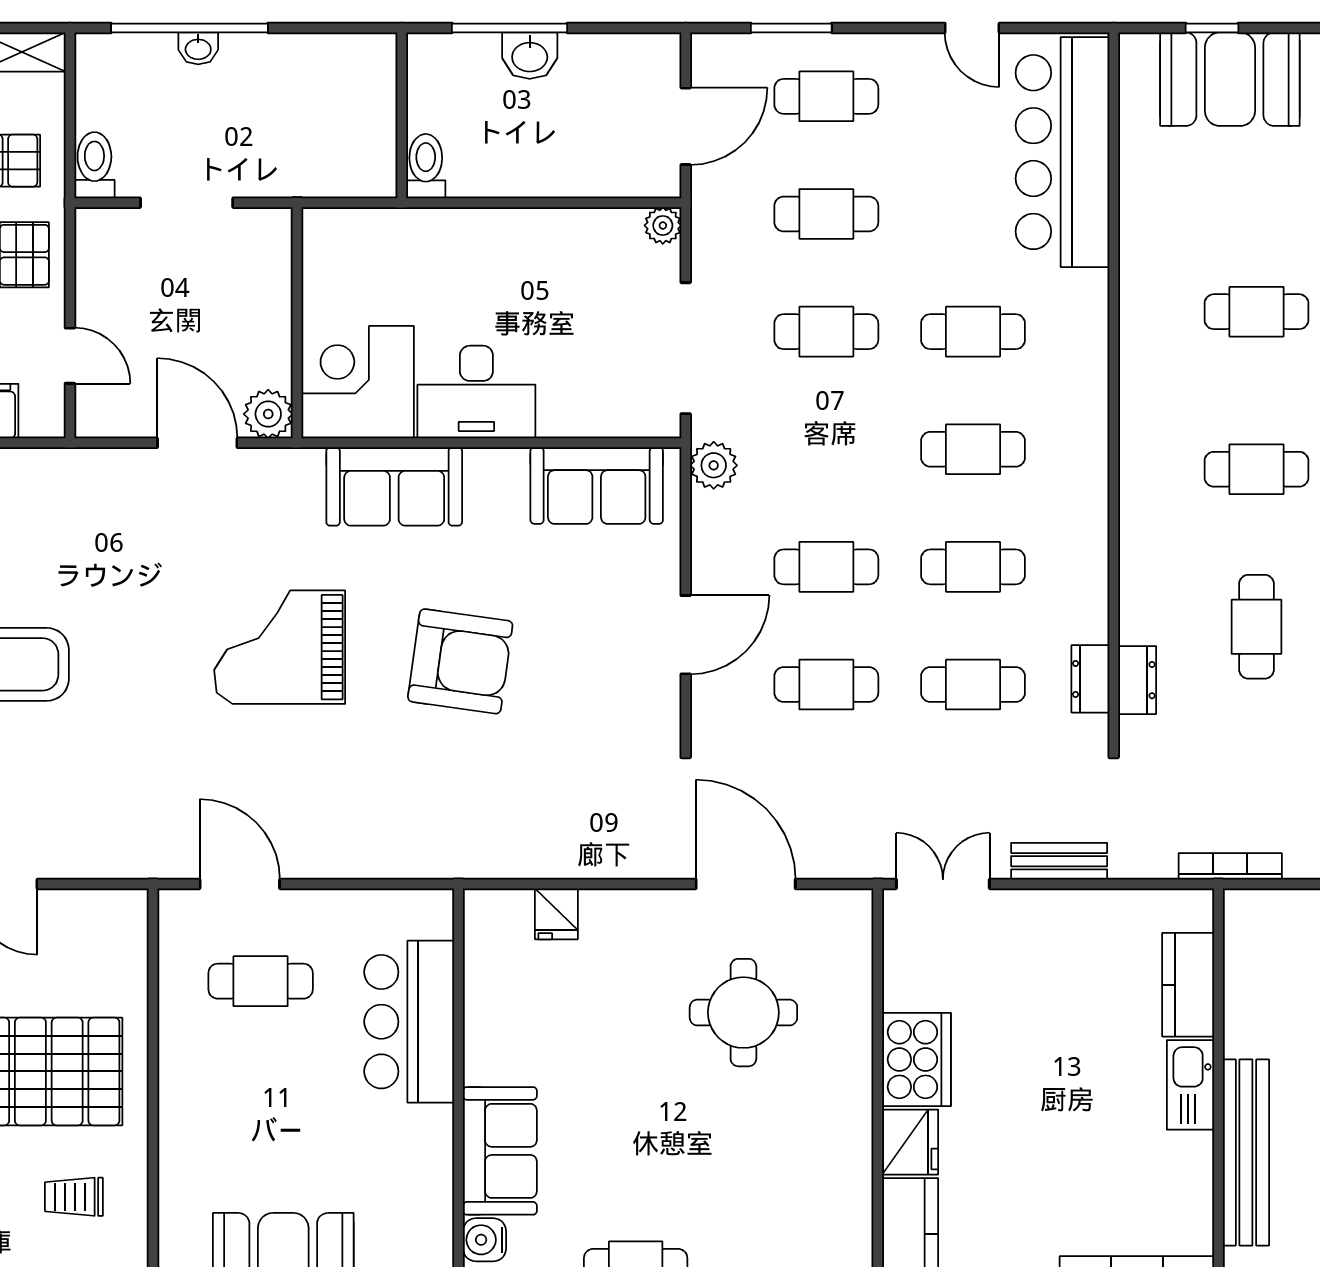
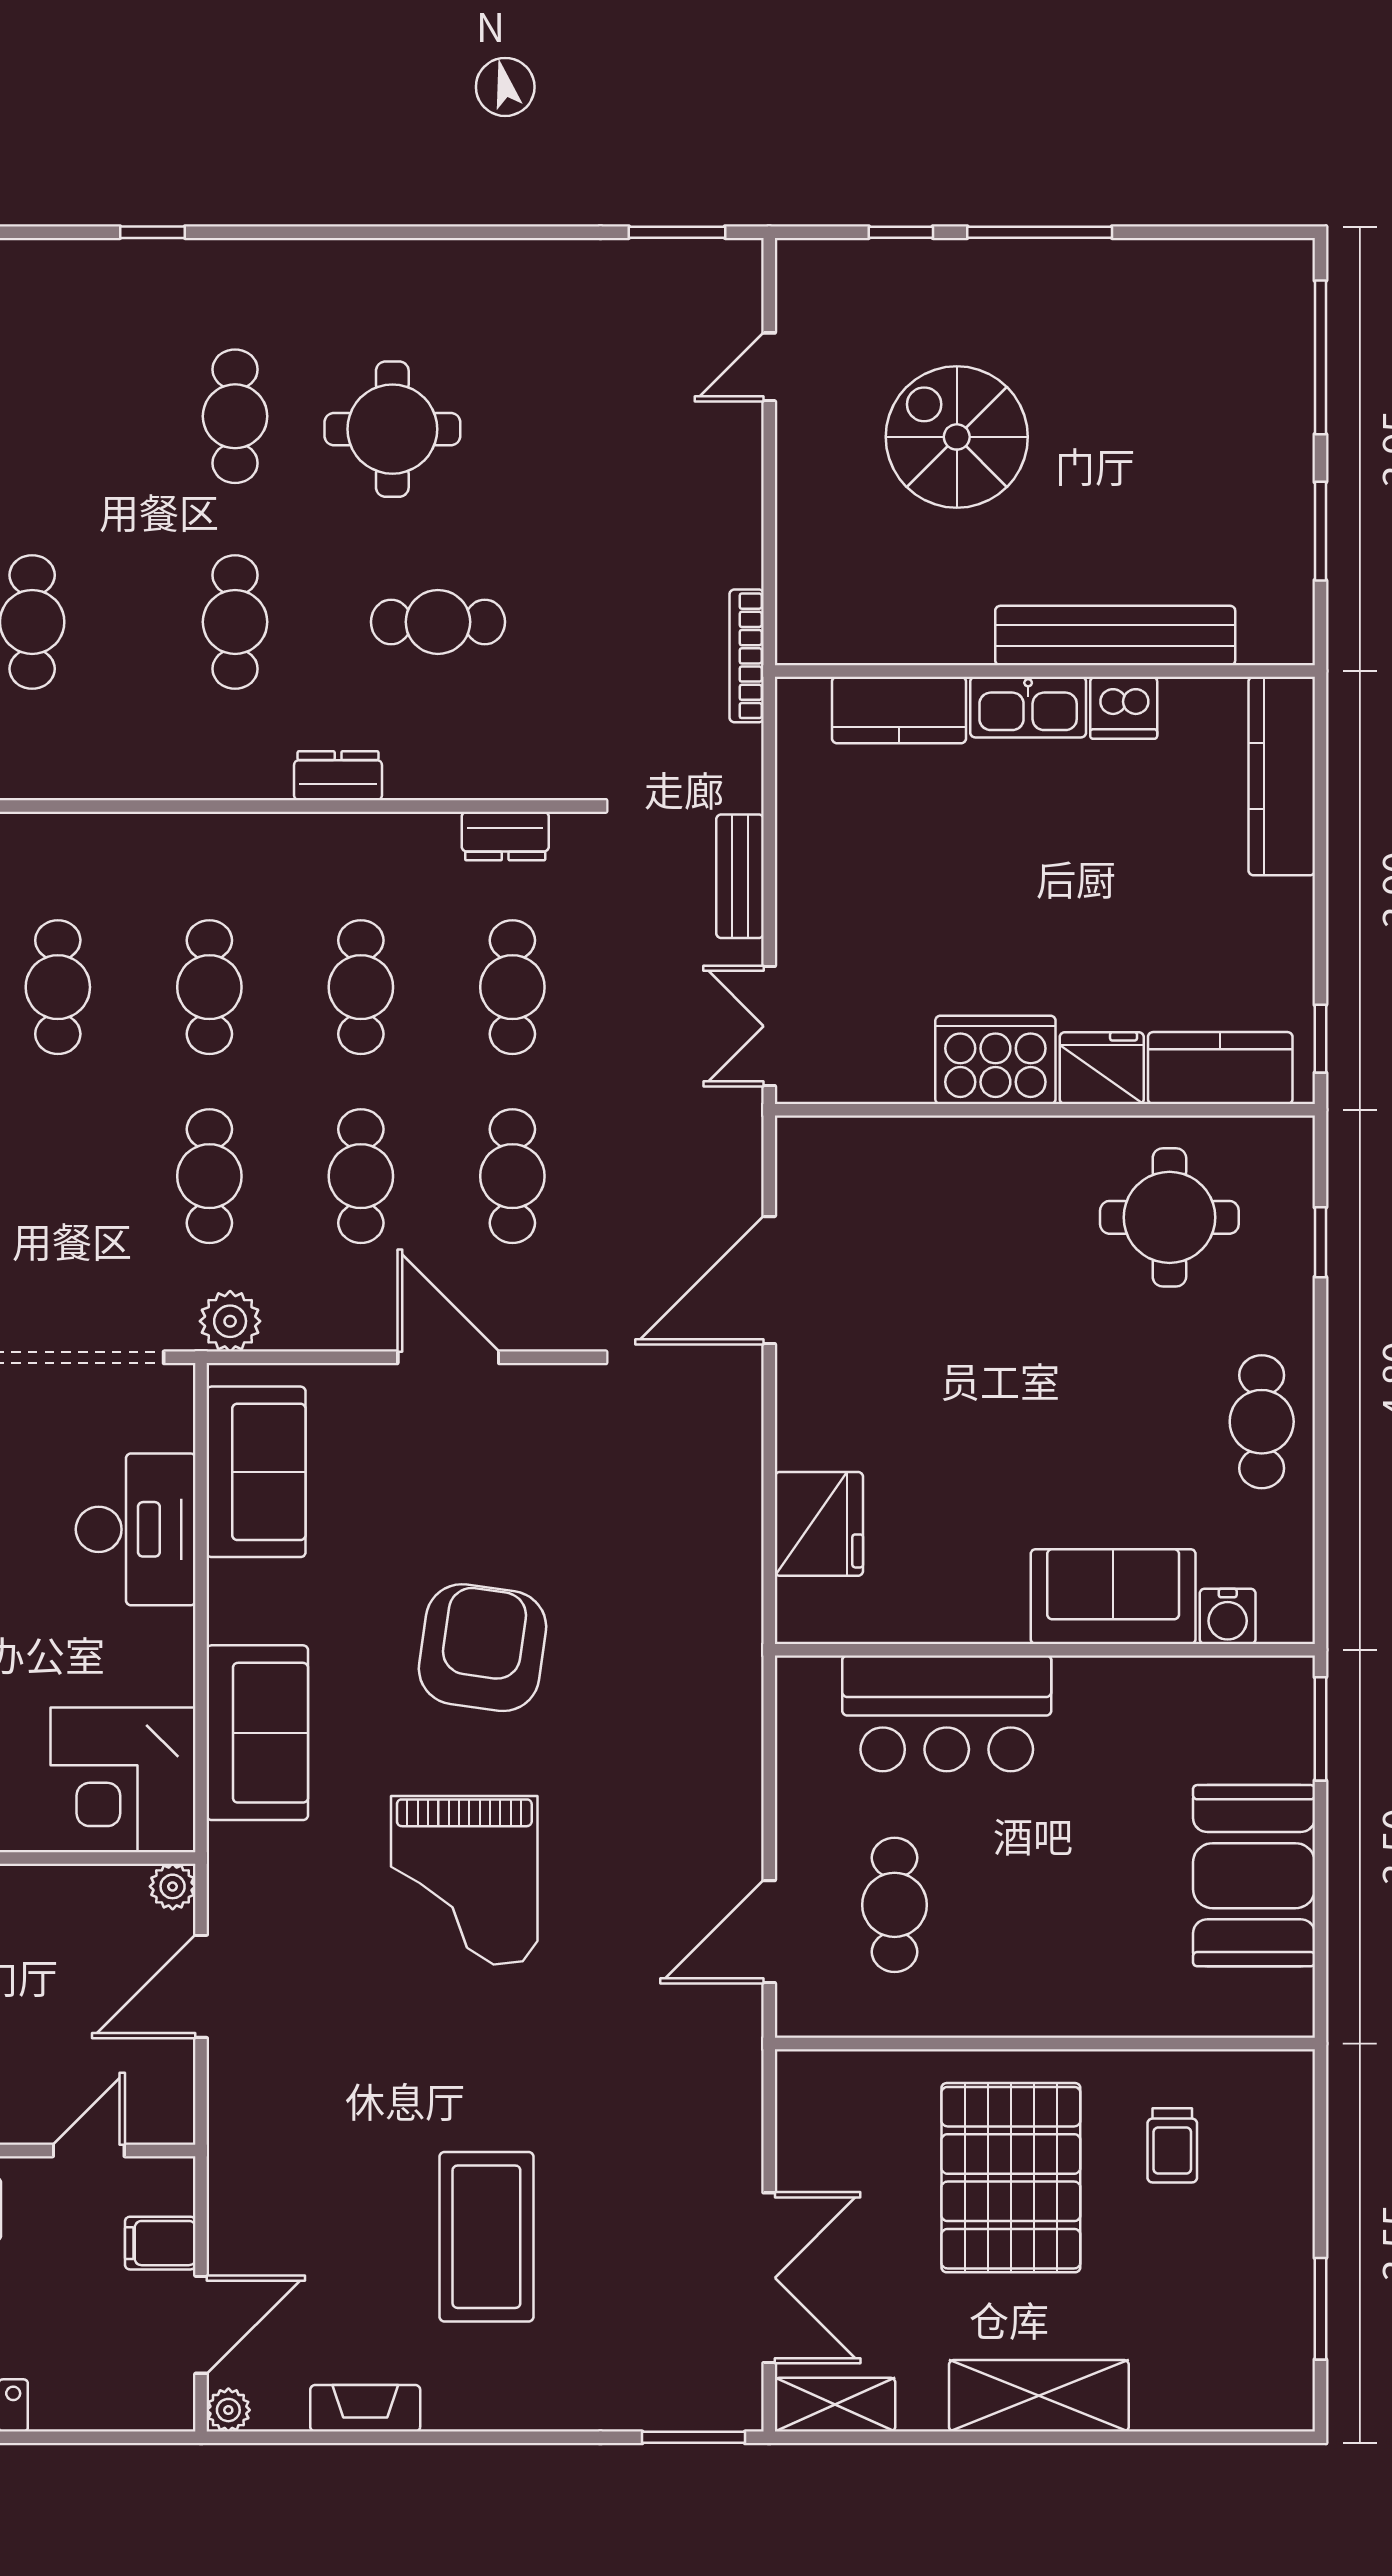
cafe table: (826, 332) -> (209, 1176), moved
desk: (476, 392) -> (136, 1529), moved
plant: (268, 414) -> (173, 1886), width x0.73, depth x0.73
dresser: (1137, 680) -> (338, 776), moved
fridge: (556, 914) -> (819, 1524), width x1.88, depth x1.34
round table: (743, 1013) -> (1169, 1217), moved
dishwasher: (1190, 1159) -> (1124, 708), added

